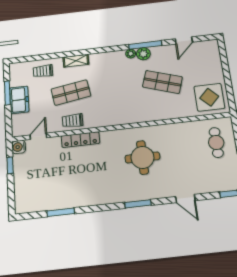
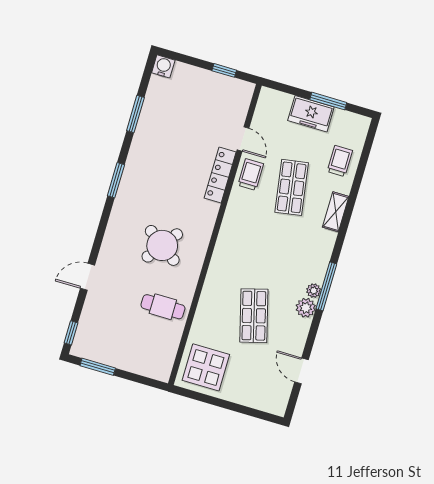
window: (145, 45) -> (326, 286), moved
shop shelf: (162, 82) -> (254, 316), turned -33
door: (38, 136) -> (243, 139), moved
cafe table: (216, 142) -> (163, 307), moved
water cooler: (19, 147) -> (163, 66), moved
round table: (142, 157) -> (162, 245), turned 36
window: (138, 204) -> (116, 180), moved

